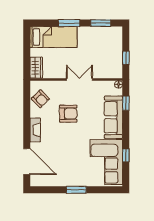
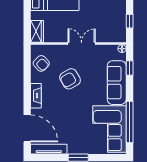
armchair: (68, 114) -> (70, 79), turned 150
window: (126, 155) -> (130, 122), width x3.17
tv unit: (48, 182) -> (49, 149), added

